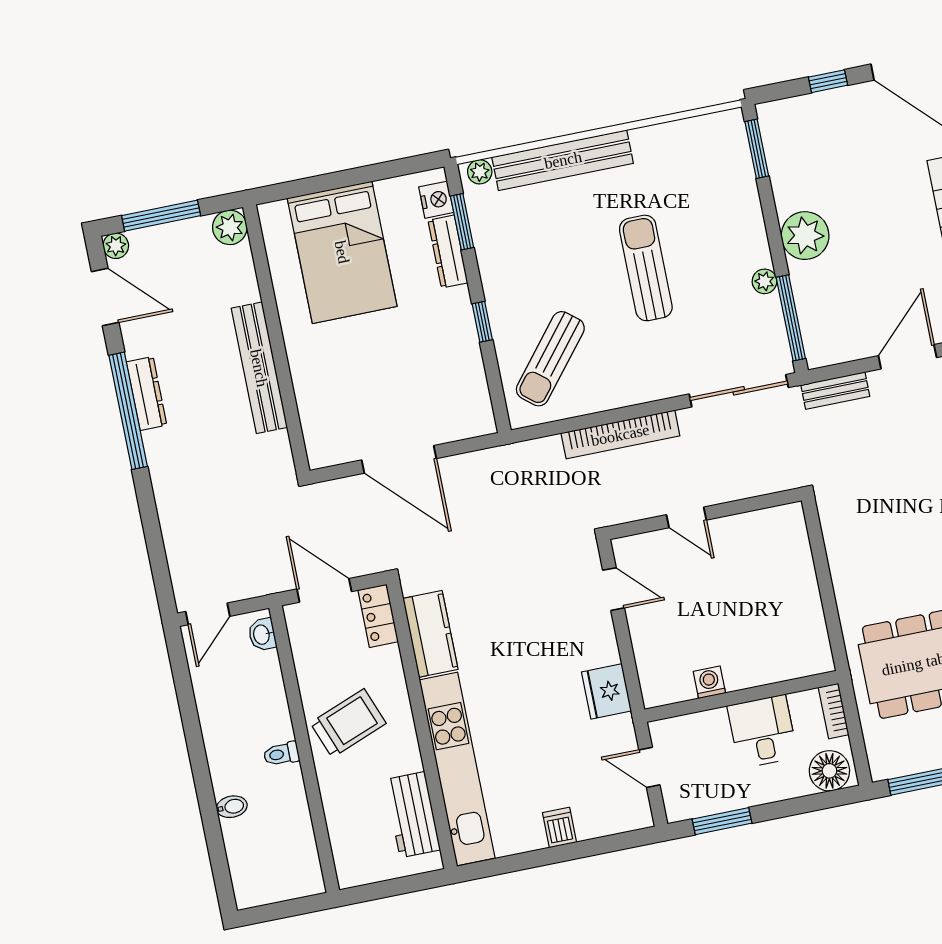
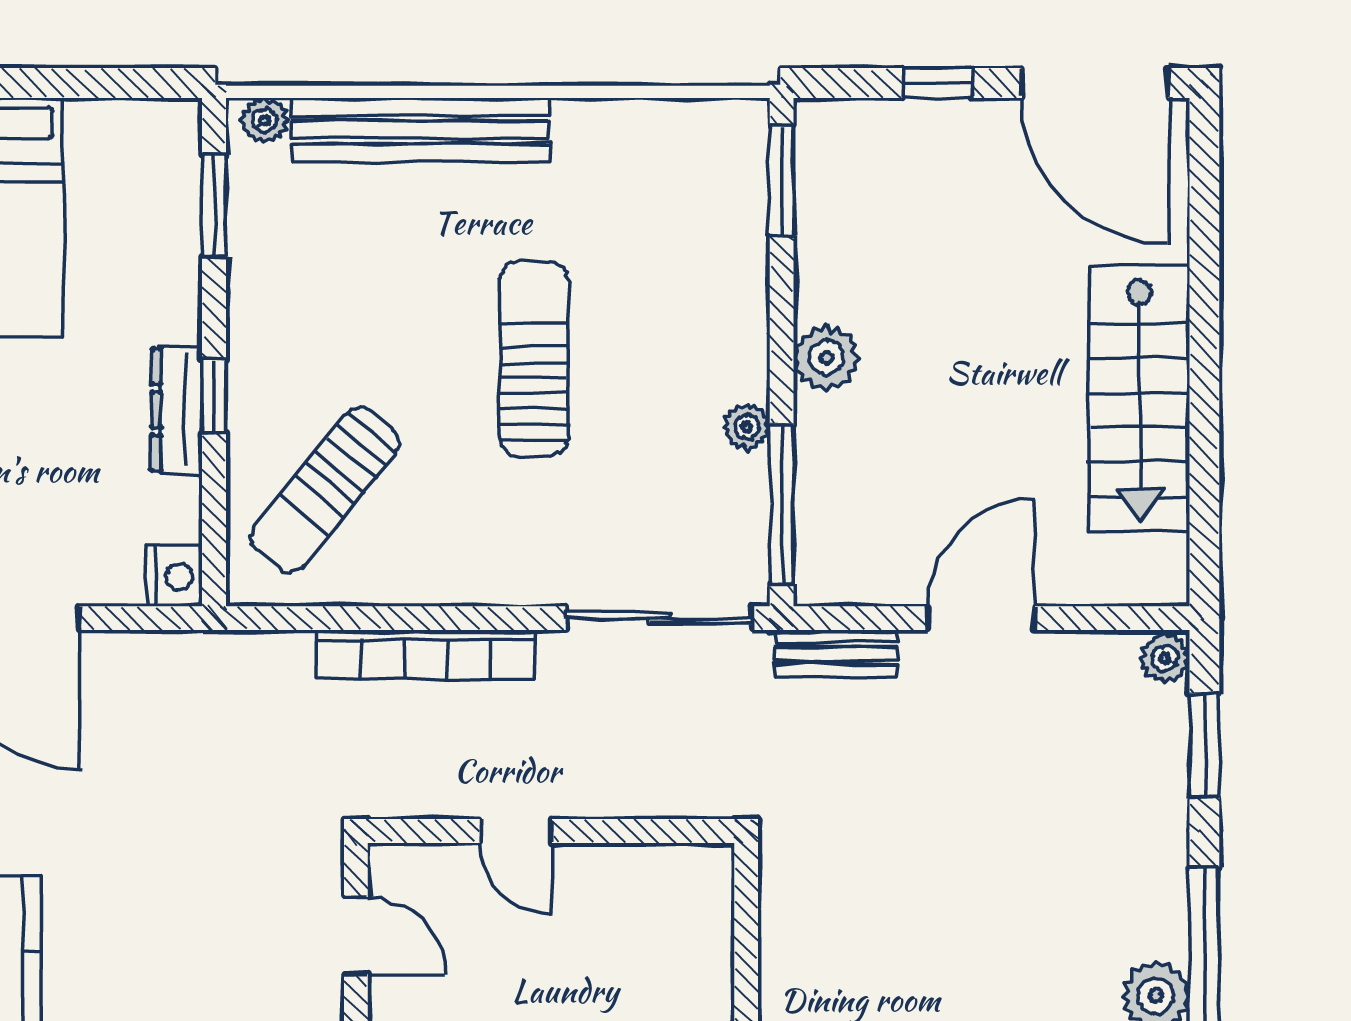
nightstand: (436, 200) -> (175, 576), moved
plant: (805, 236) -> (826, 358), width x0.73, depth x0.73
dresser: (448, 252) -> (177, 410), moved

